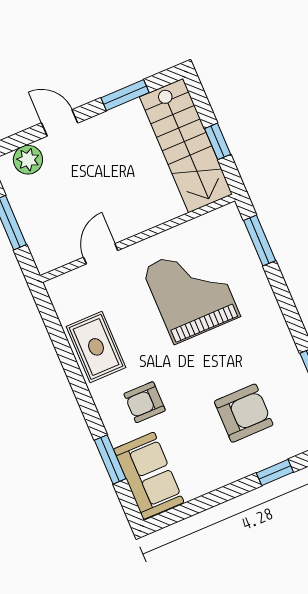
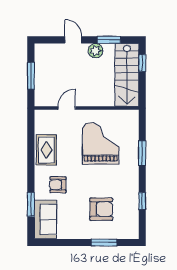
window: (218, 141) -> (142, 63), moved
plant: (28, 160) -> (95, 51), moved
window: (260, 240) -> (142, 153), moved
window: (275, 473) -> (104, 242), width x1.50

